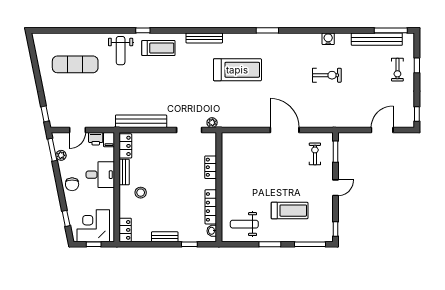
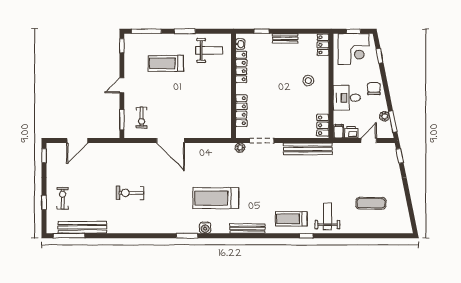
water cooler: (328, 39) -> (205, 228), moved
exercise mat: (75, 64) -> (371, 203), width x0.73, depth x0.69
locker: (211, 167) -> (241, 111), width x1.53
bench: (124, 172) -> (324, 100), removed

